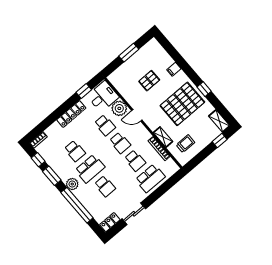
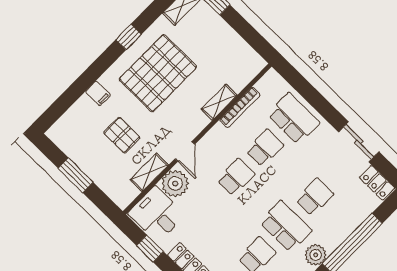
shelving: (127, 94) -> (149, 172), added
pallet: (182, 104) -> (158, 73), turned 90
school desk: (105, 125) -> (207, 206), removed
trolley: (185, 144) -> (227, 62), removed

